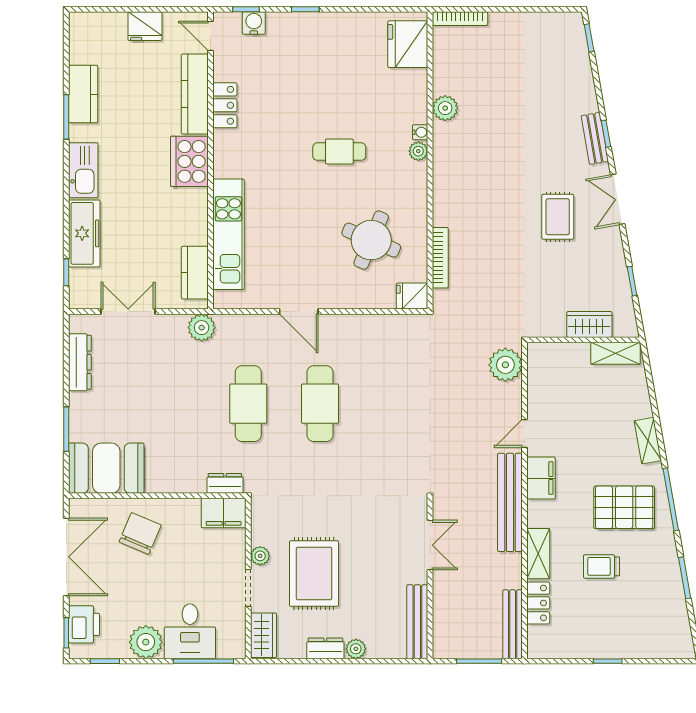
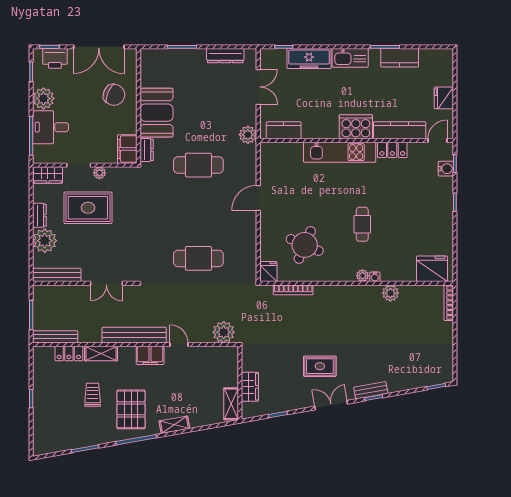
kitchen unit: (228, 234) -> (340, 152), moved
cafe table: (320, 404) -> (198, 258), moved
booth: (106, 468) -> (156, 113), moved
plant: (356, 649) -> (45, 241), width x1.87, depth x1.87

